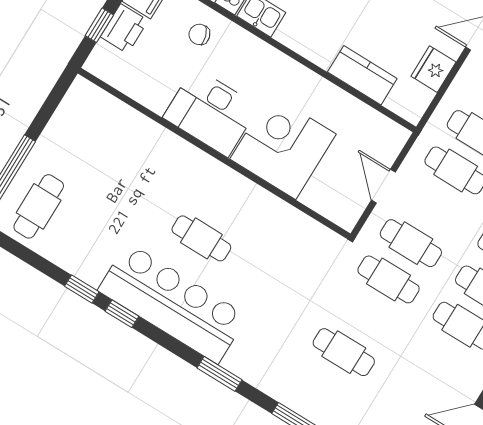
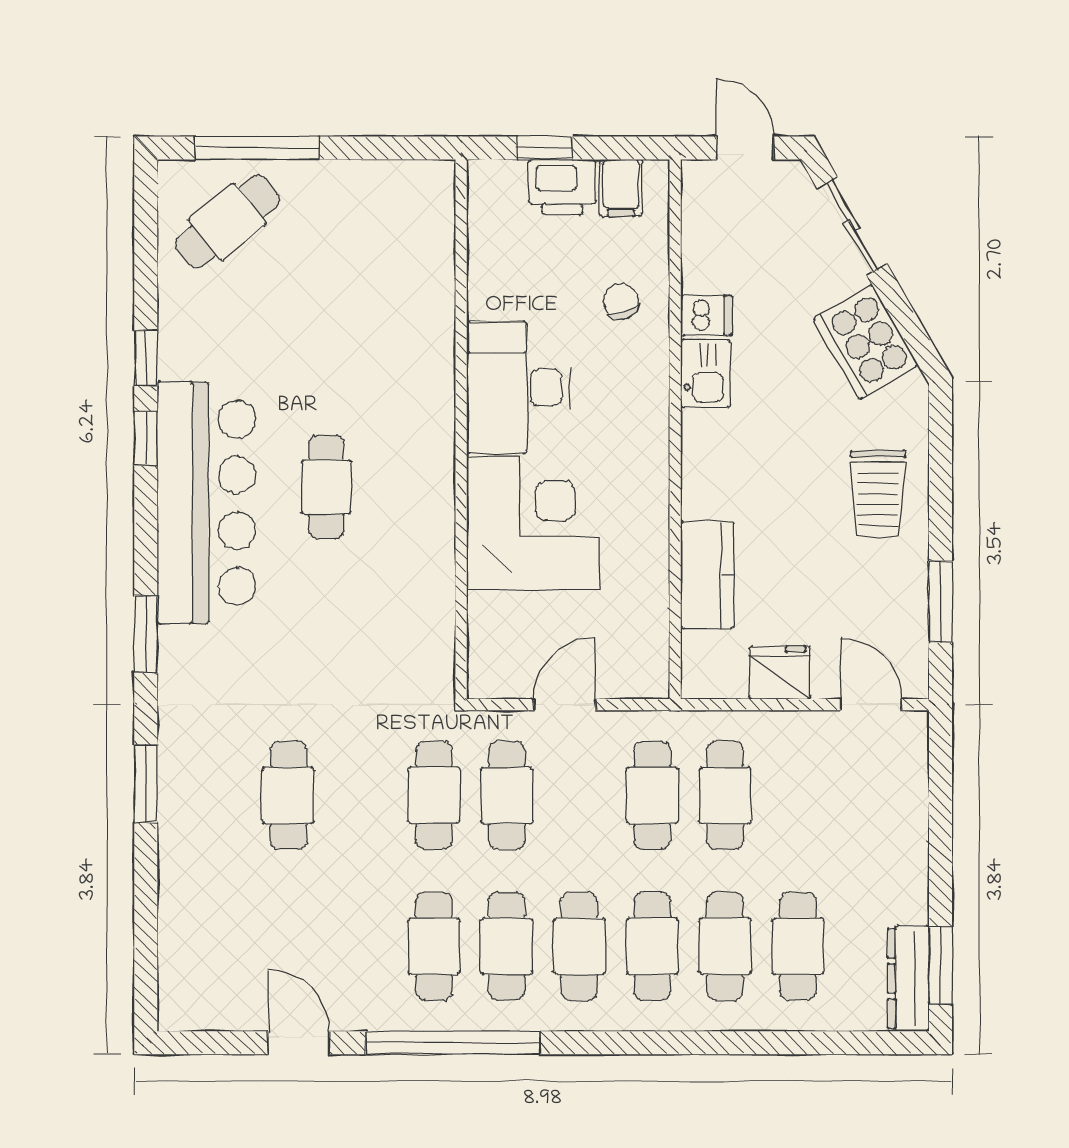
cafe table: (39, 206) -> (227, 222), turned -39

